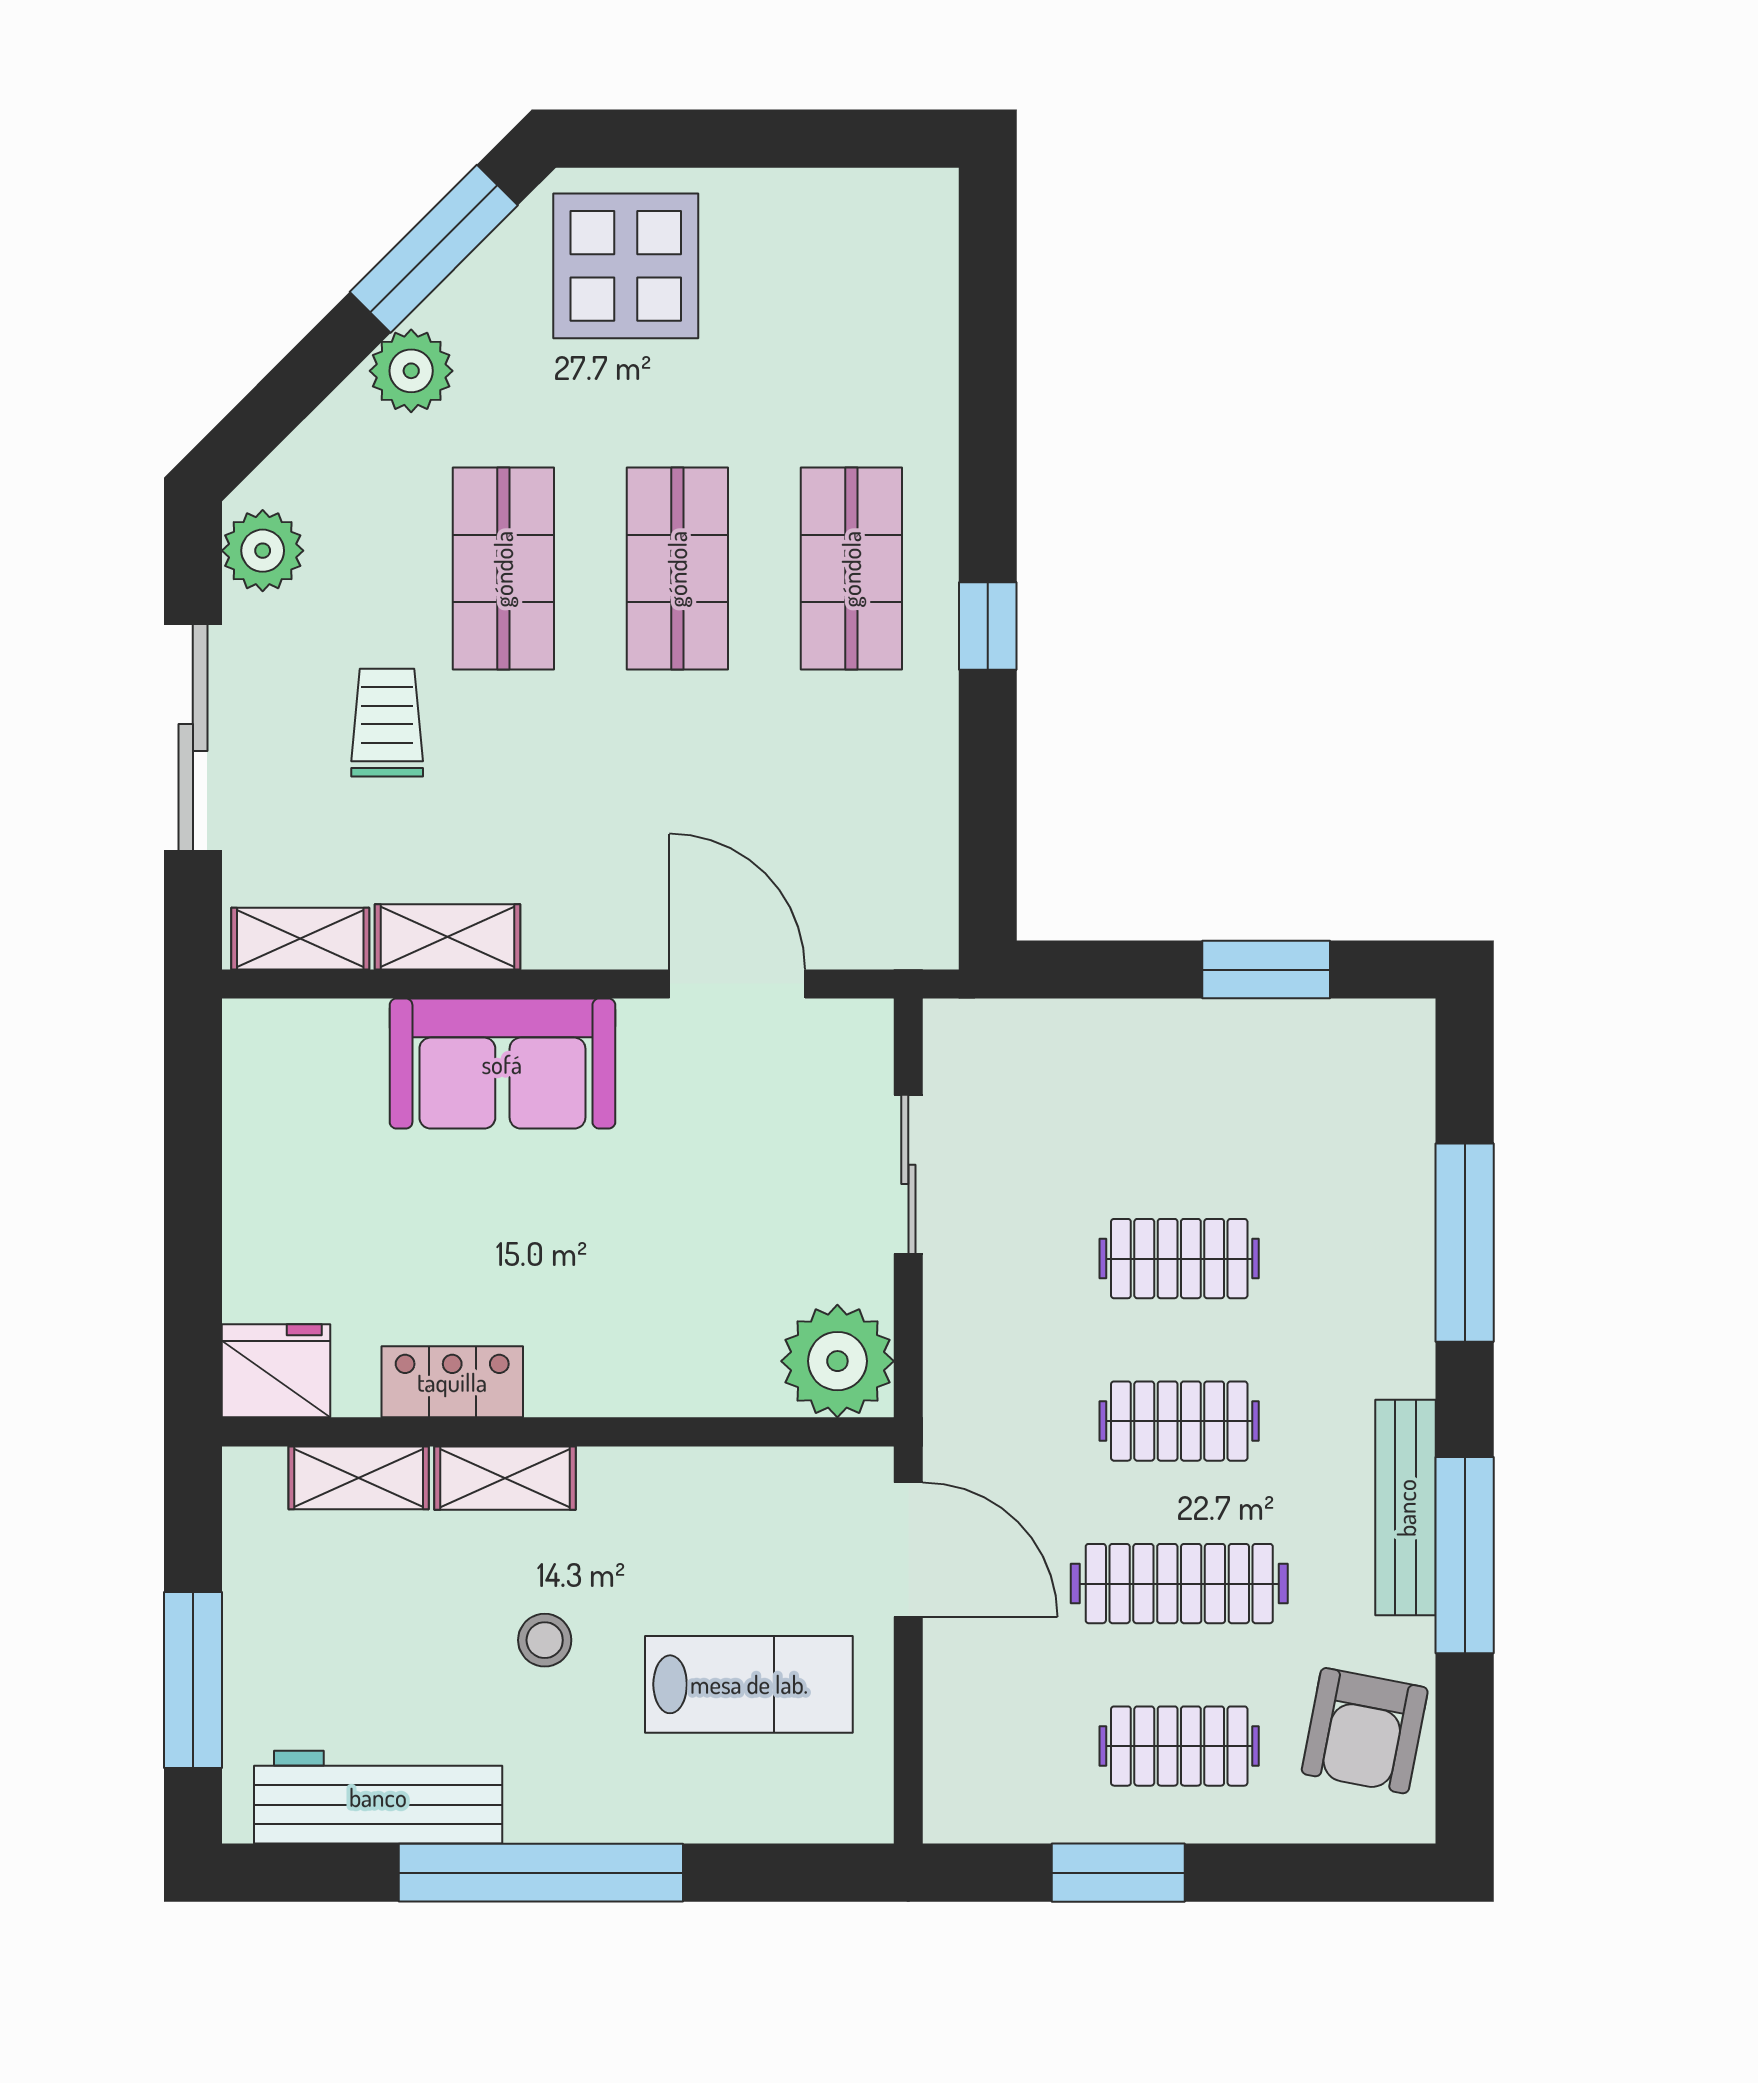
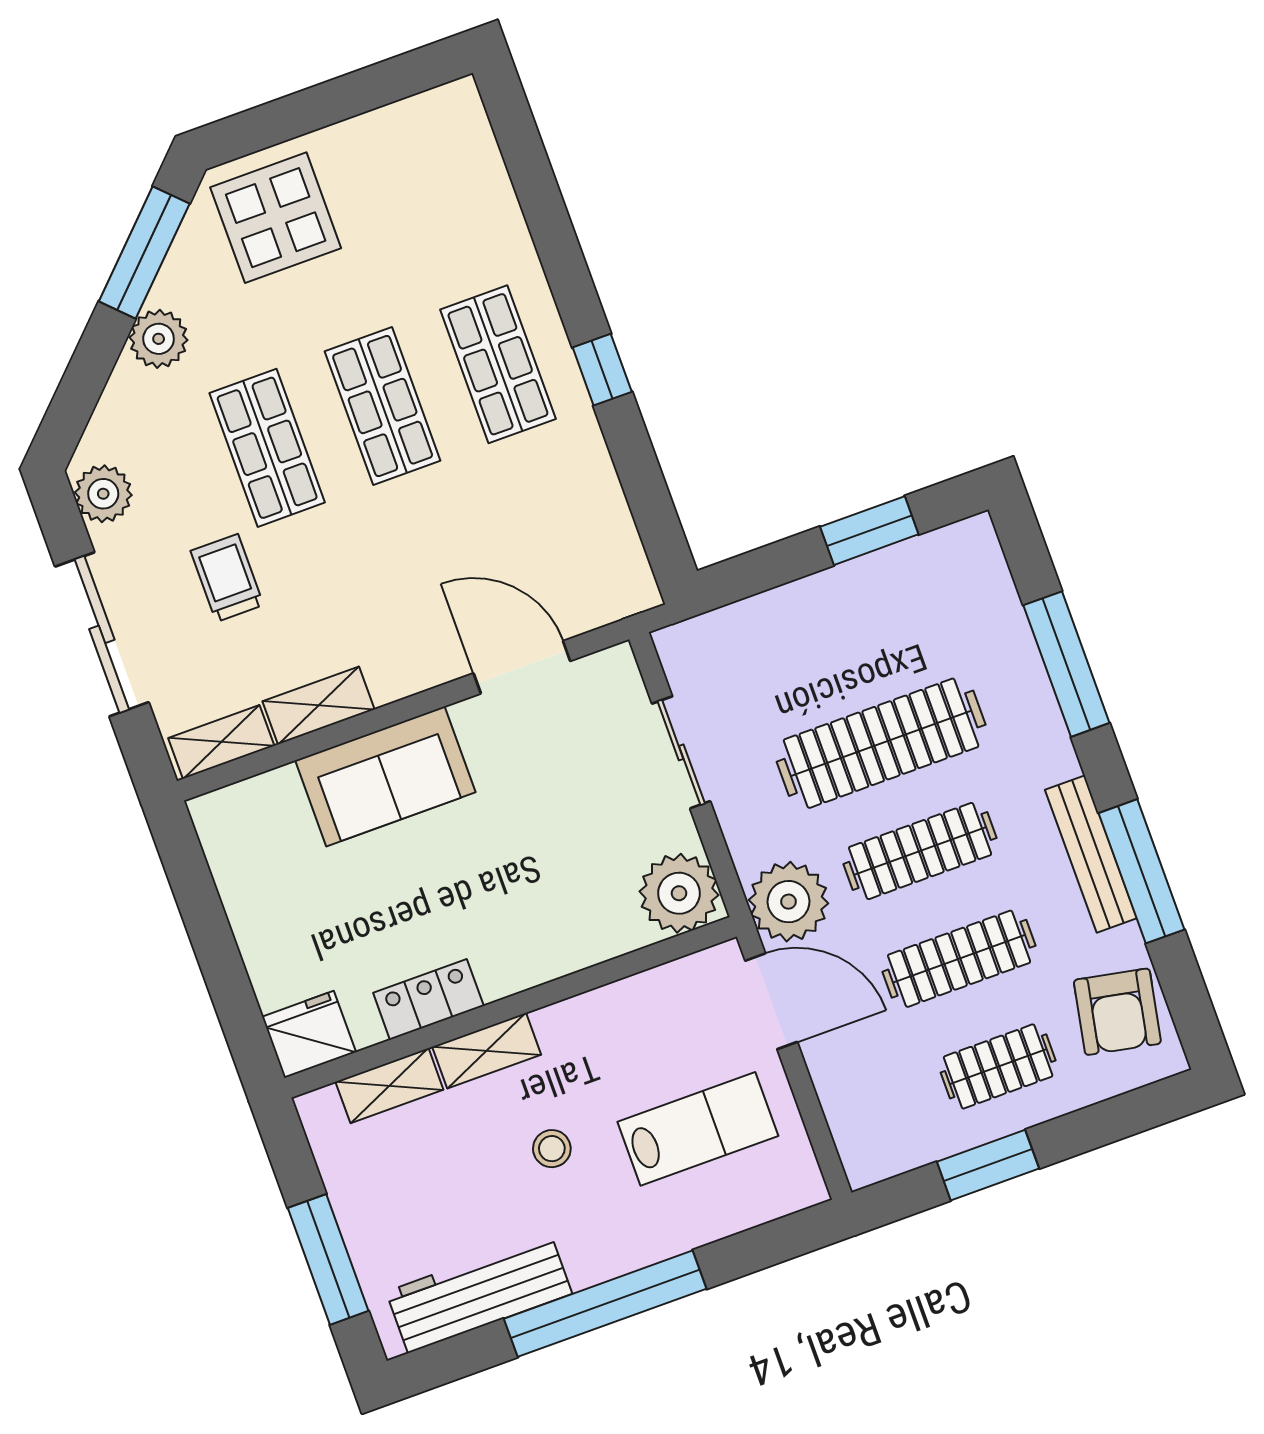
clothes rail: (1179, 1259) -> (881, 743), width x1.86, depth x1.31
clothes rail: (1179, 1421) -> (920, 851), width x1.36
plant: (979, 1425) -> (789, 902), added

